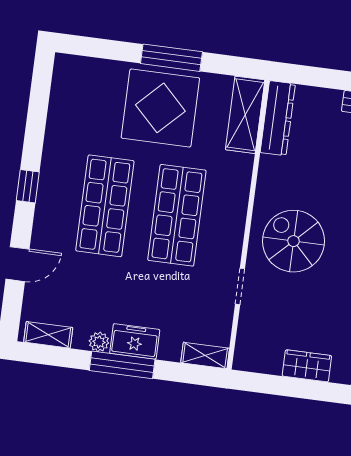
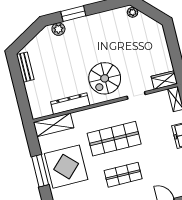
dresser: (278, 118) -> (70, 104), moved
shop shelf: (105, 206) -> (123, 175), width x0.70, depth x0.74
wardrobe: (307, 366) -> (164, 80), moved, turned 90

